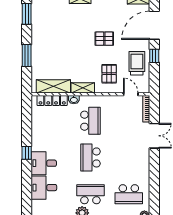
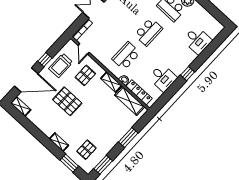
pallet: (52, 14) -> (86, 150), added
pallet: (104, 39) -> (67, 101), width x1.50, depth x1.42
desk: (44, 163) -> (163, 78), moved

